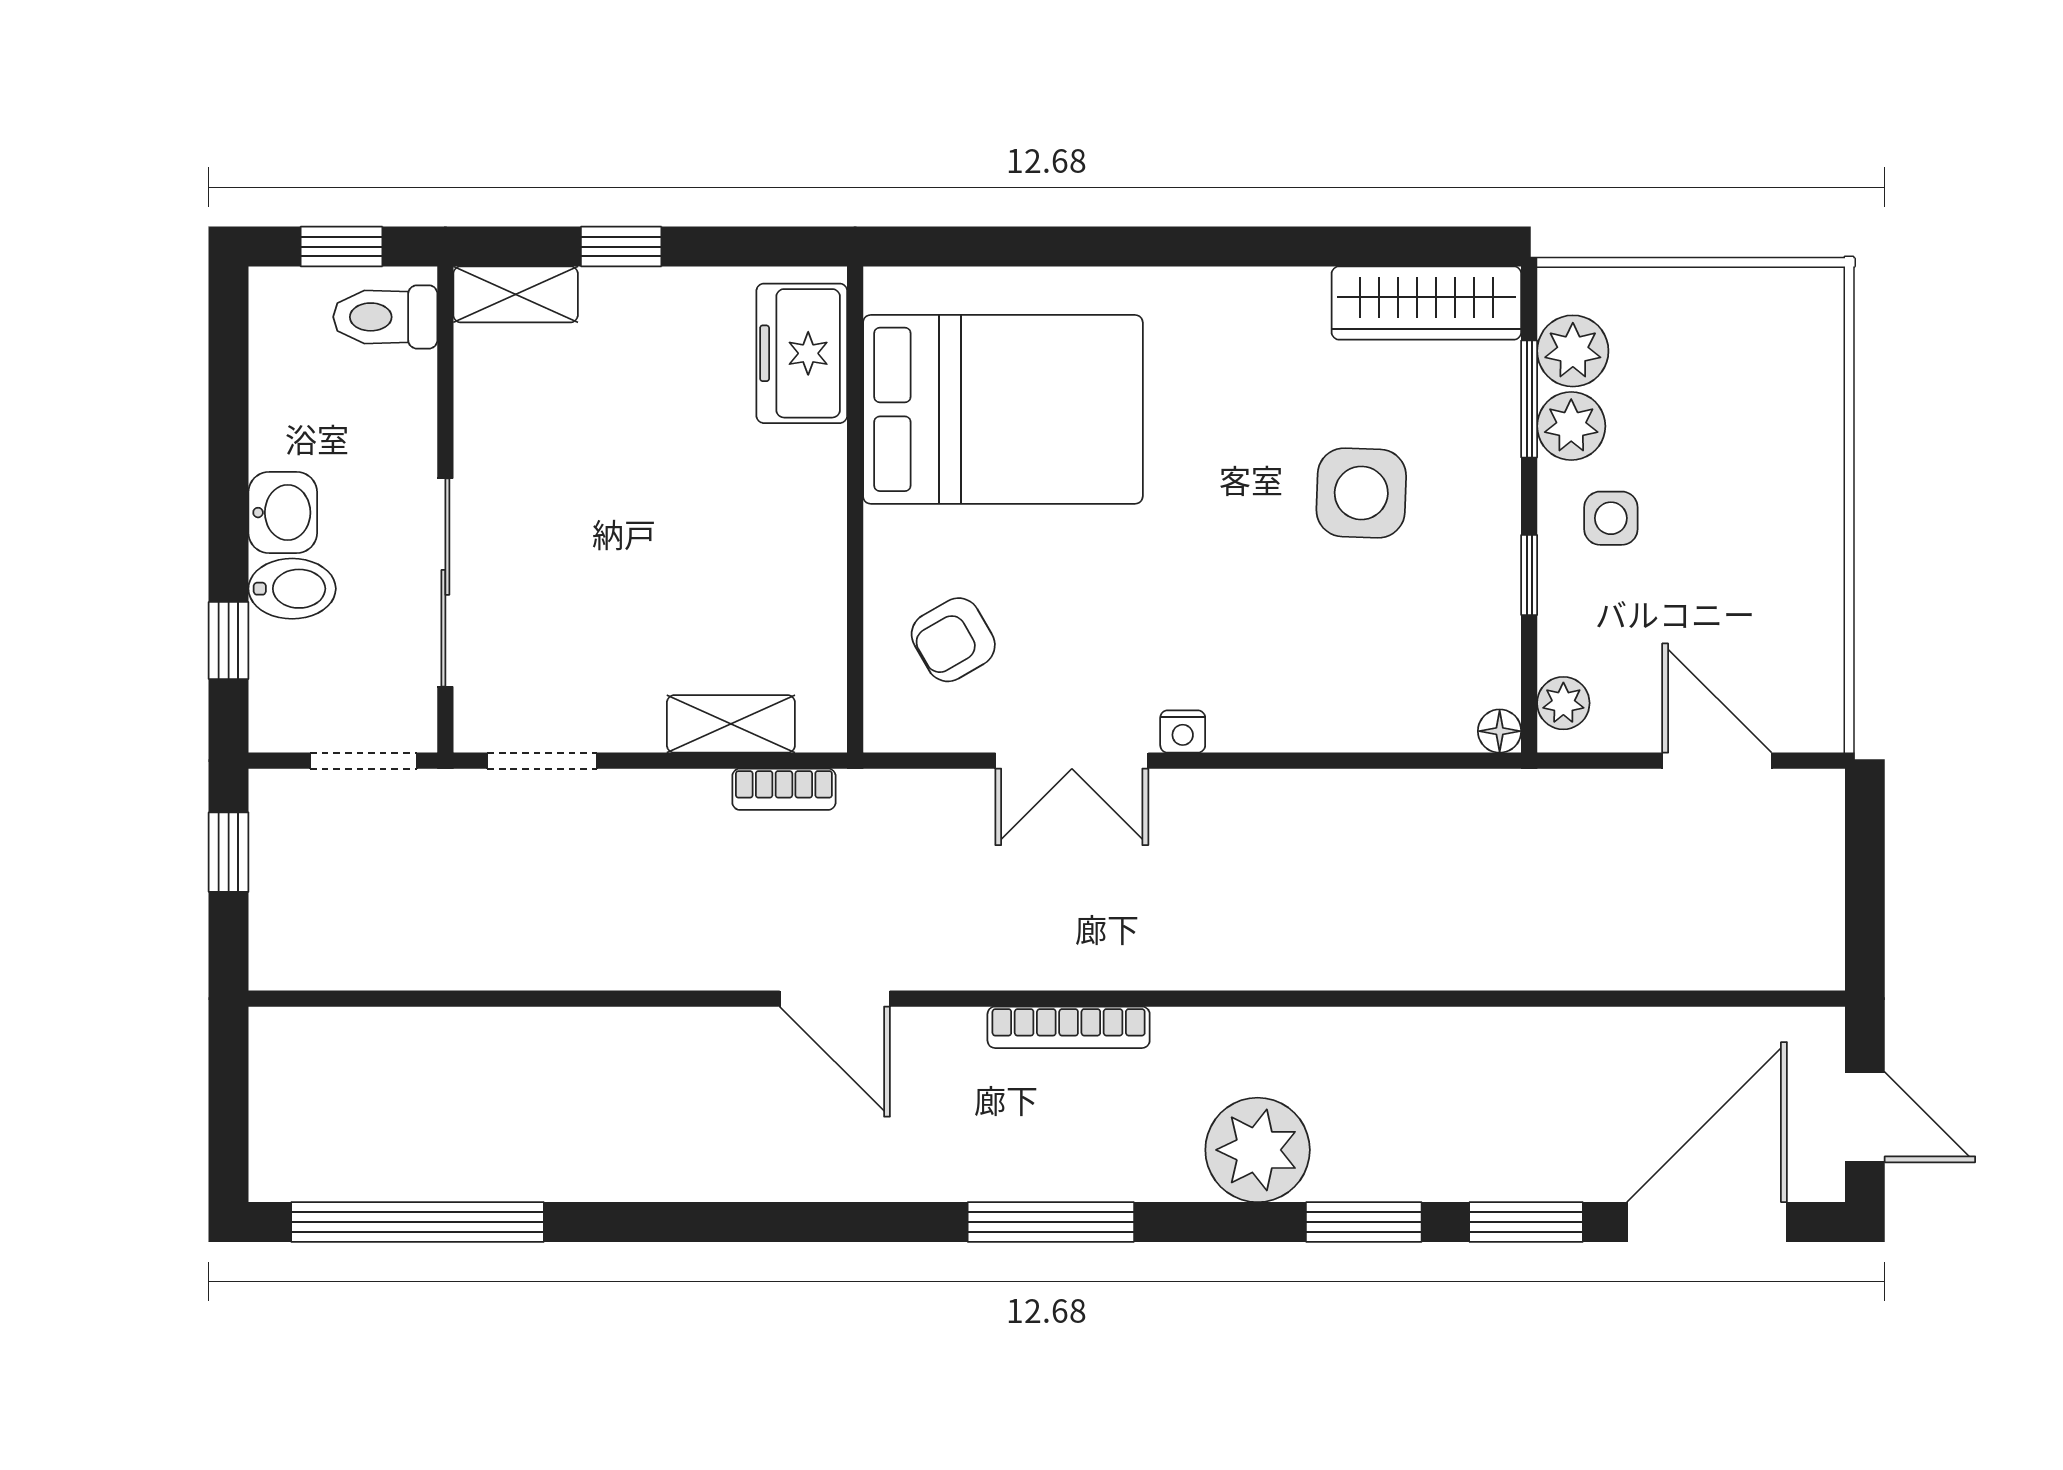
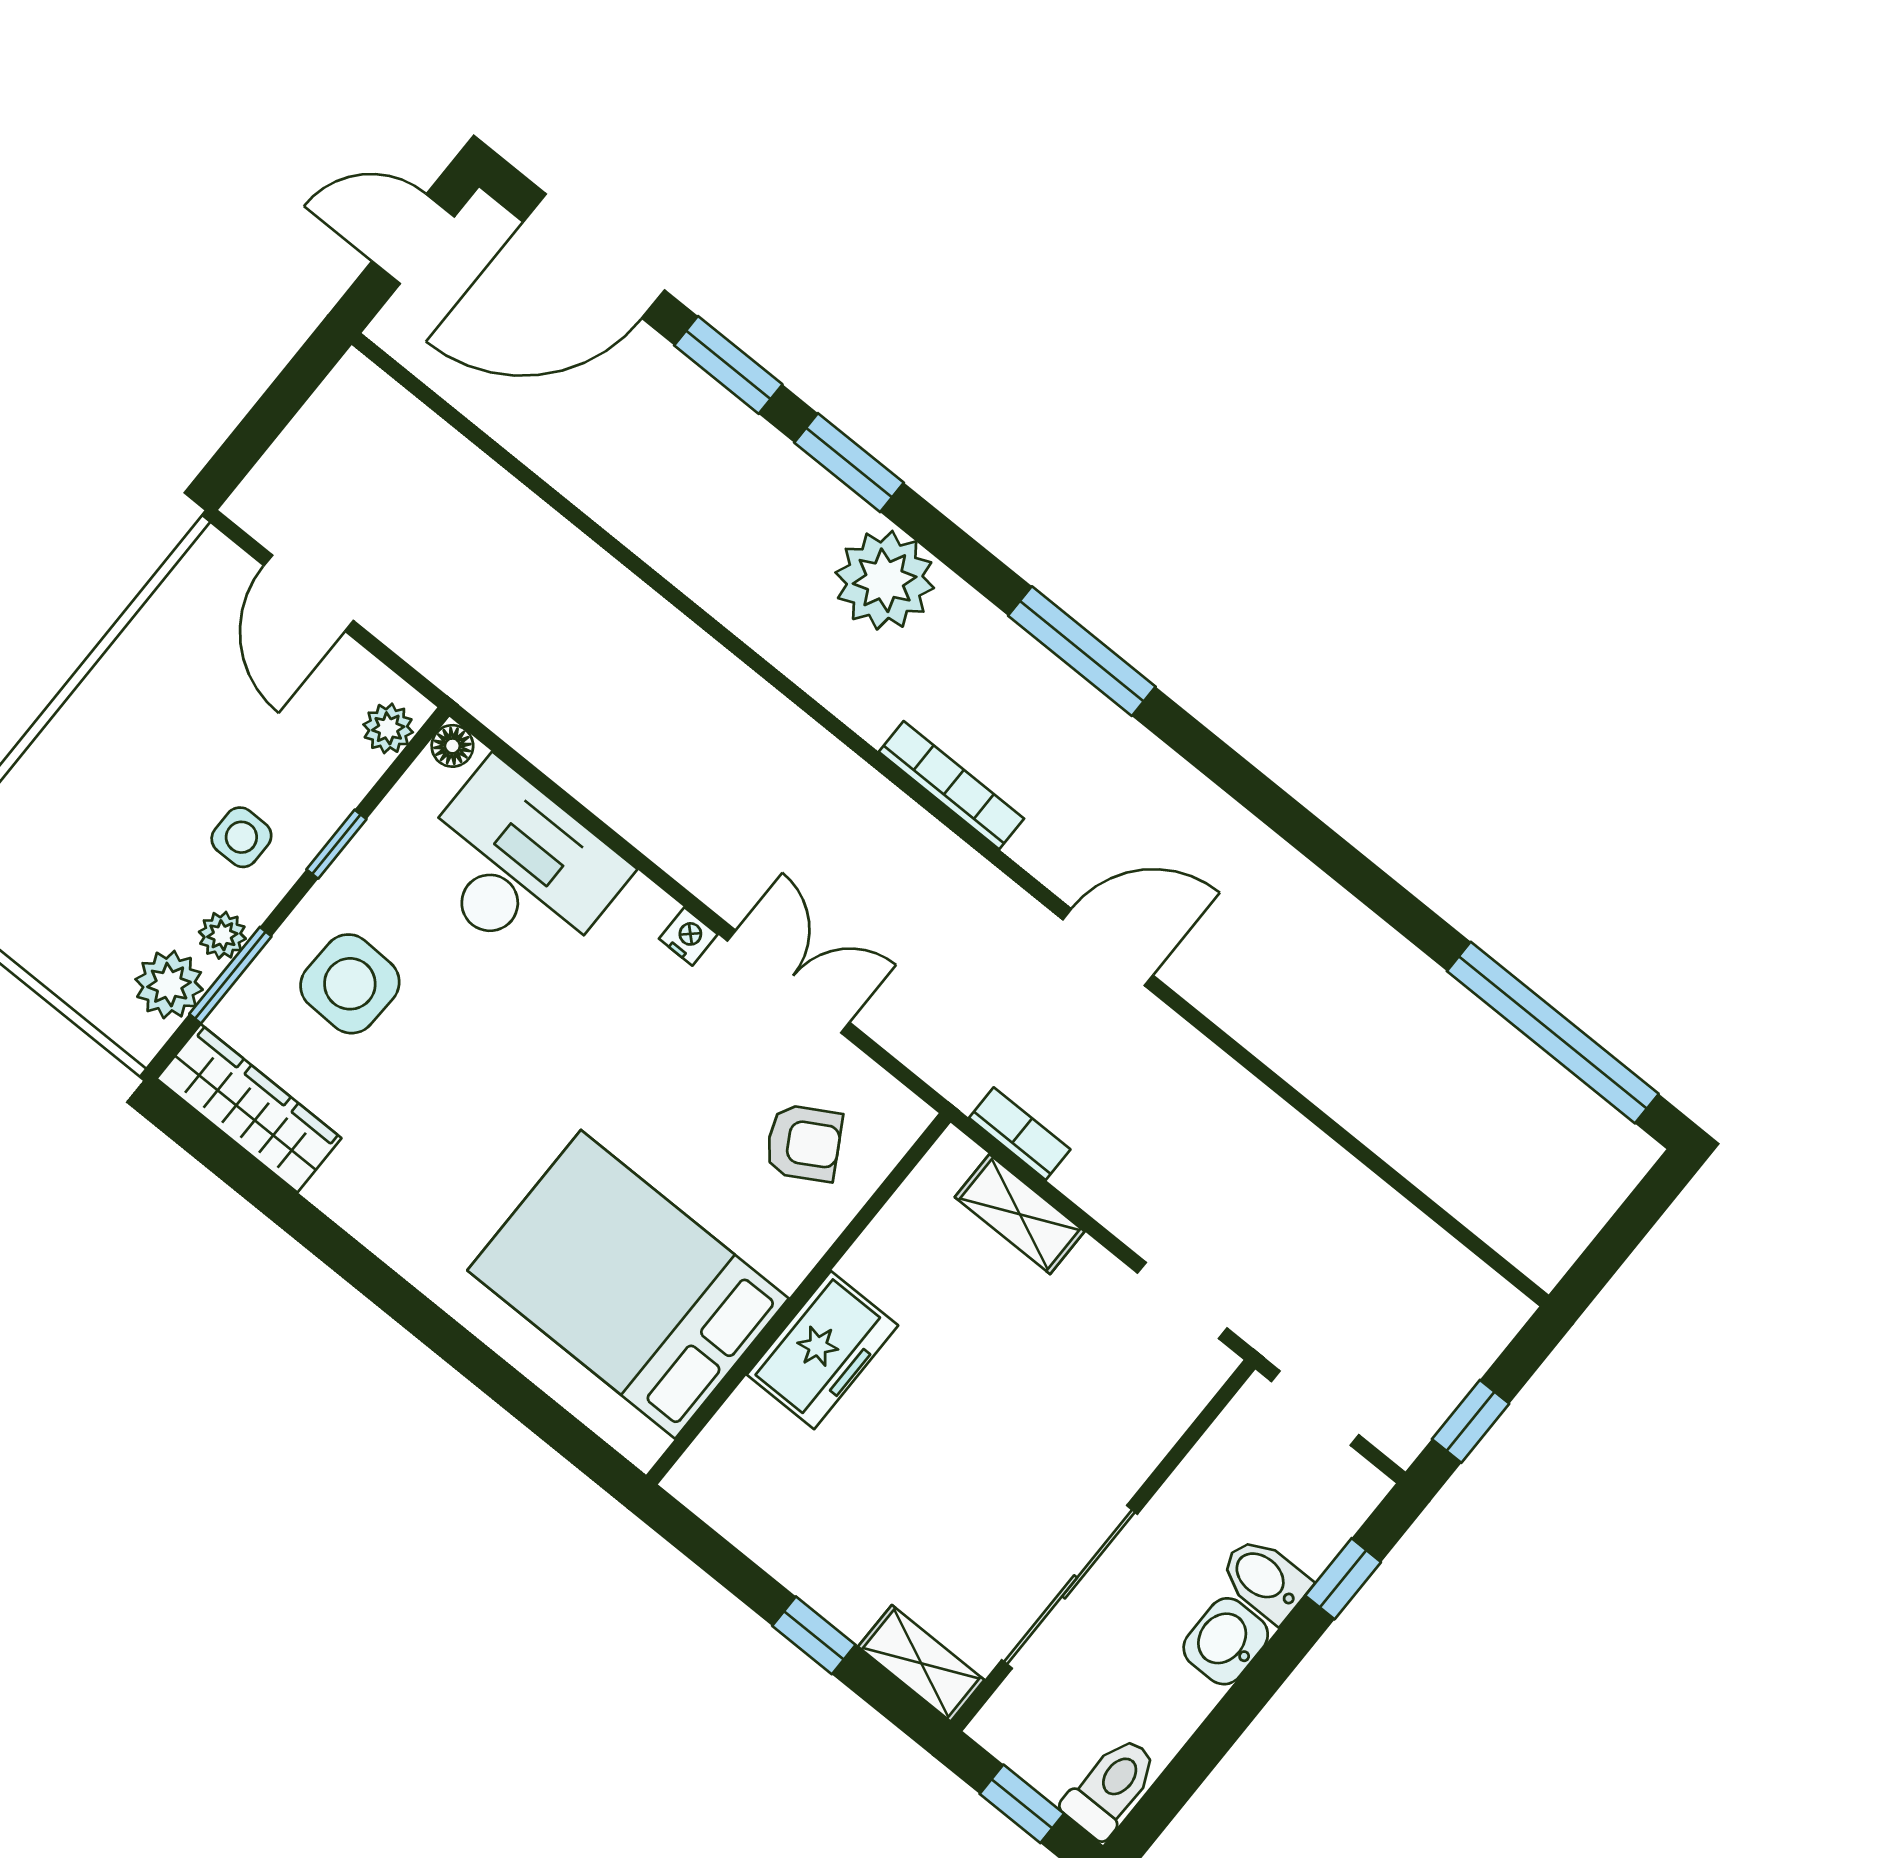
toilet: (385, 317) -> (1111, 1787), moved, turned -90
freezer: (802, 353) -> (822, 1350), moved
plant: (1571, 426) -> (222, 935), width x0.73, depth x0.73
side table: (1361, 493) -> (350, 984), moved
sliding door: (445, 582) -> (1070, 1587), moved
desk: (1366, 676) -> (518, 867), added
door: (835, 999) -> (1108, 947), hinge flipped
door: (1865, 1117) -> (413, 239), hinge flipped

